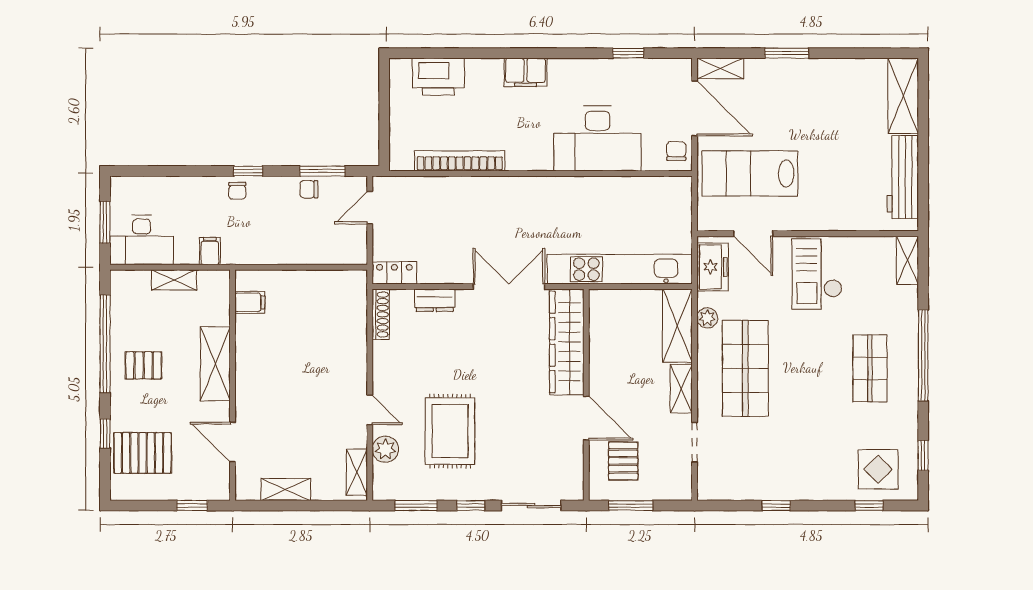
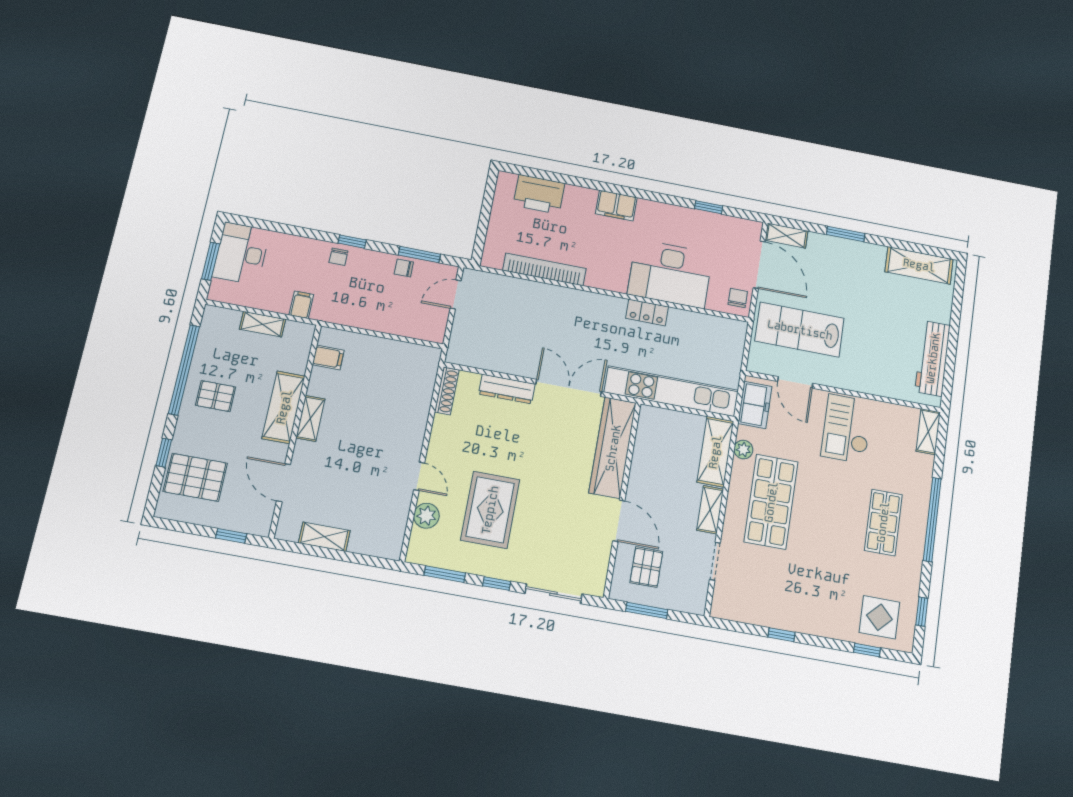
shelving: (903, 96) -> (919, 265), moved, turned 90
desk: (142, 240) -> (241, 253), moved, turned 90
locker: (394, 273) -> (647, 313), moved, turned 180
dresser: (435, 300) -> (507, 389), width x1.44
shelving: (357, 472) -> (310, 418), moved

